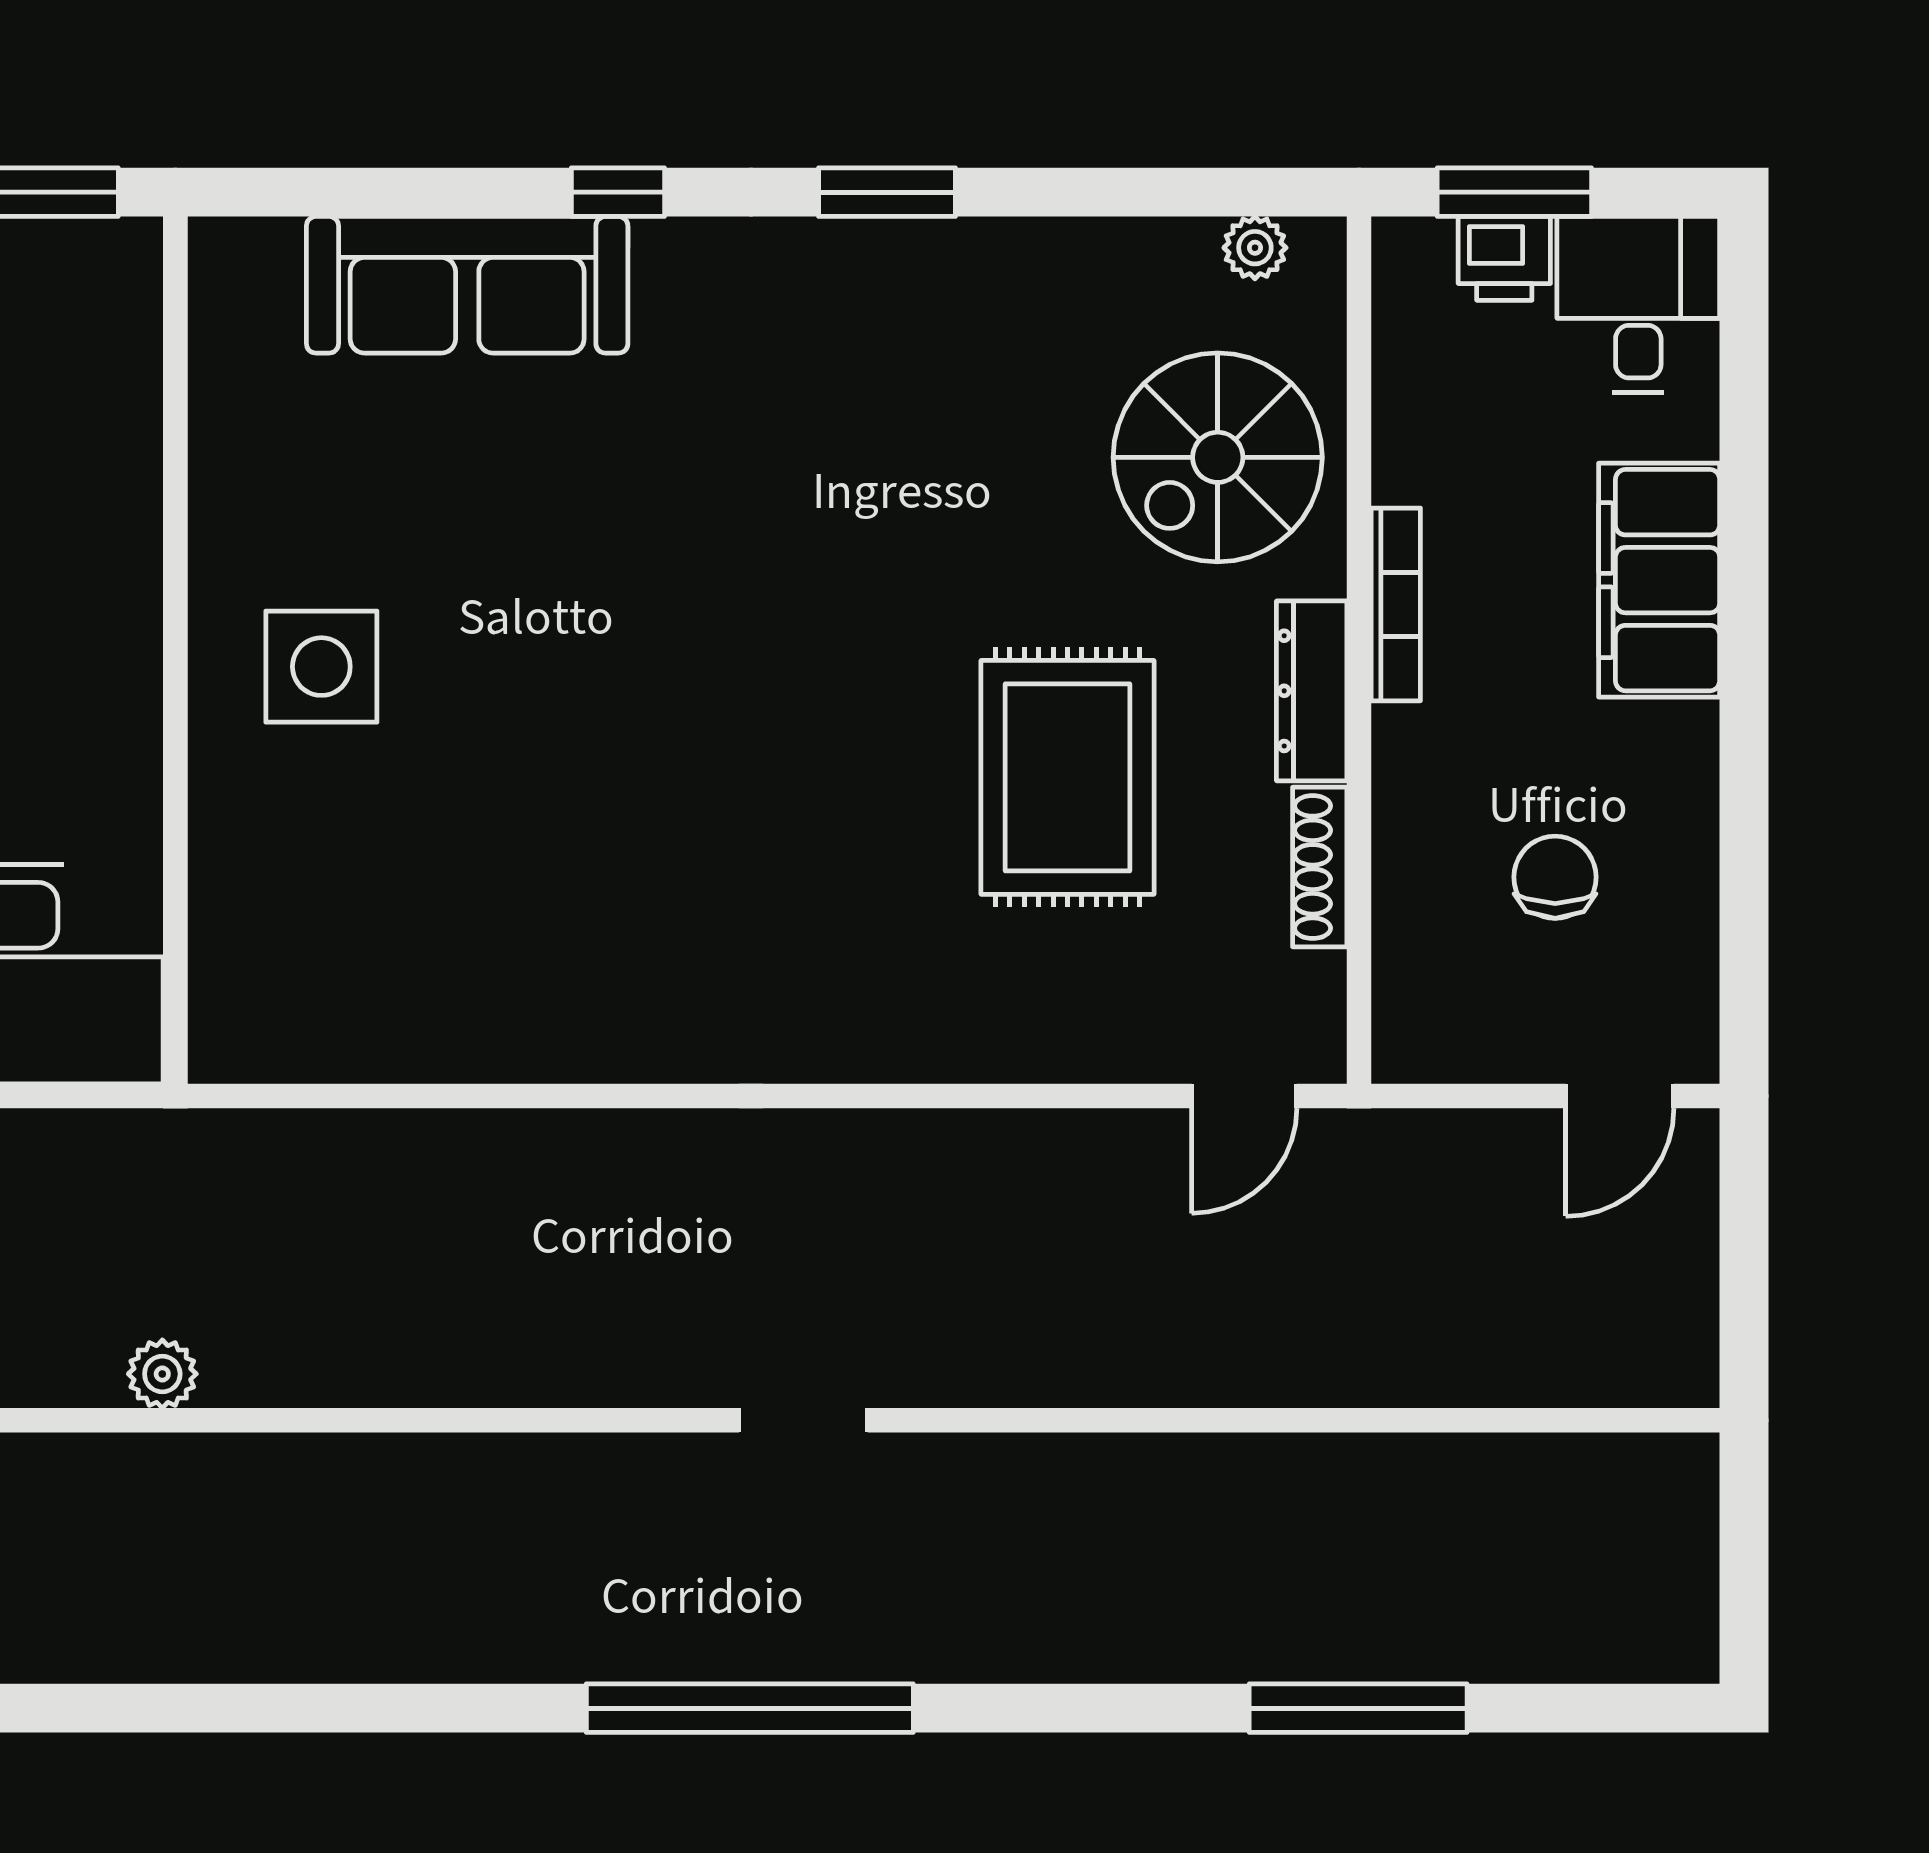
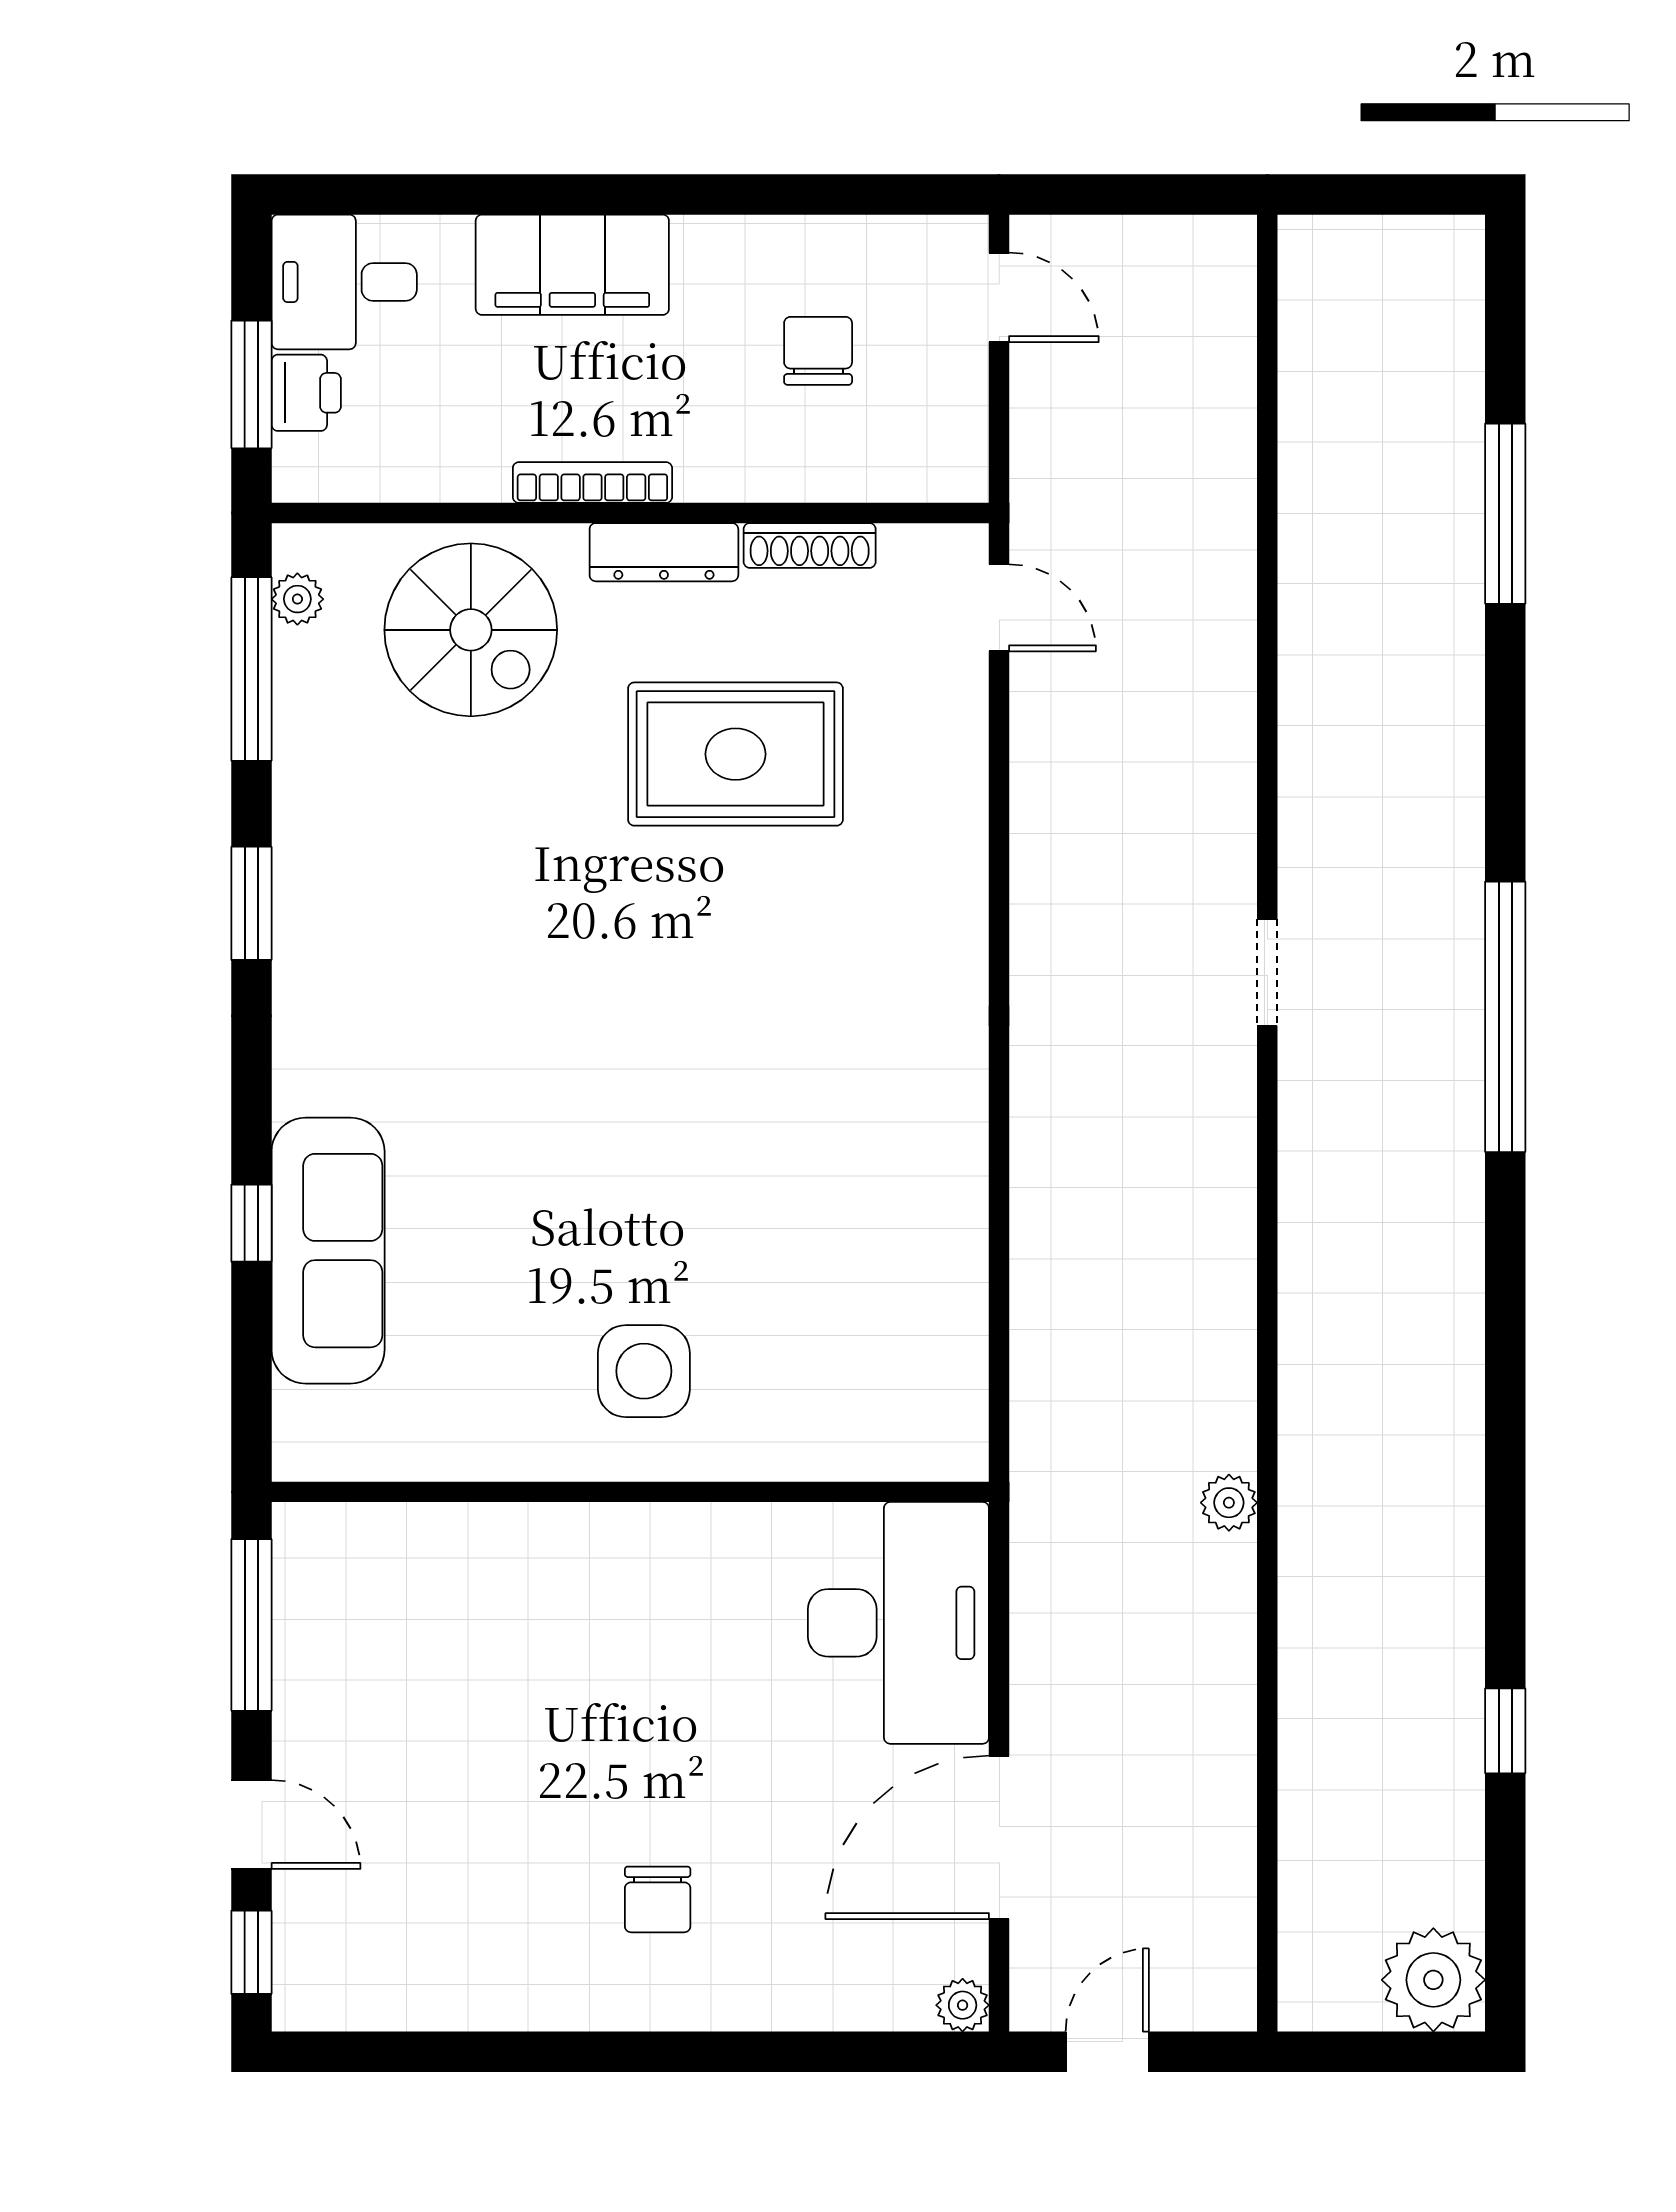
window: (618, 192) -> (251, 1223), moved
window: (1170, 192) -> (251, 669), added
chair: (1555, 877) -> (818, 351), turned 90

